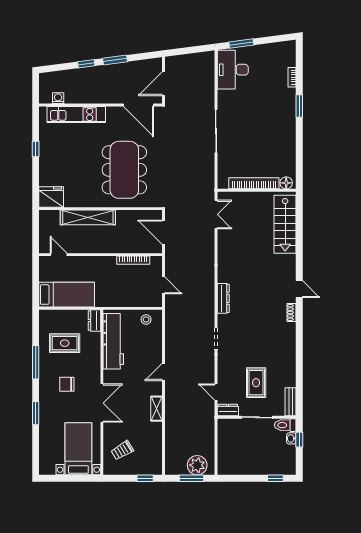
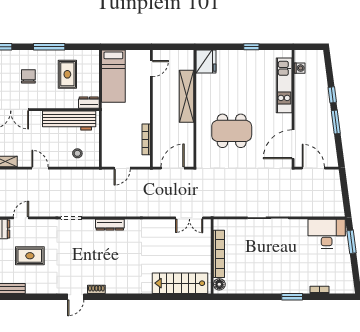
dining table: (124, 170) -> (232, 131), width x0.73, depth x0.80
door: (299, 289) -> (76, 297), moved
stool: (146, 319) -> (77, 153), moved

